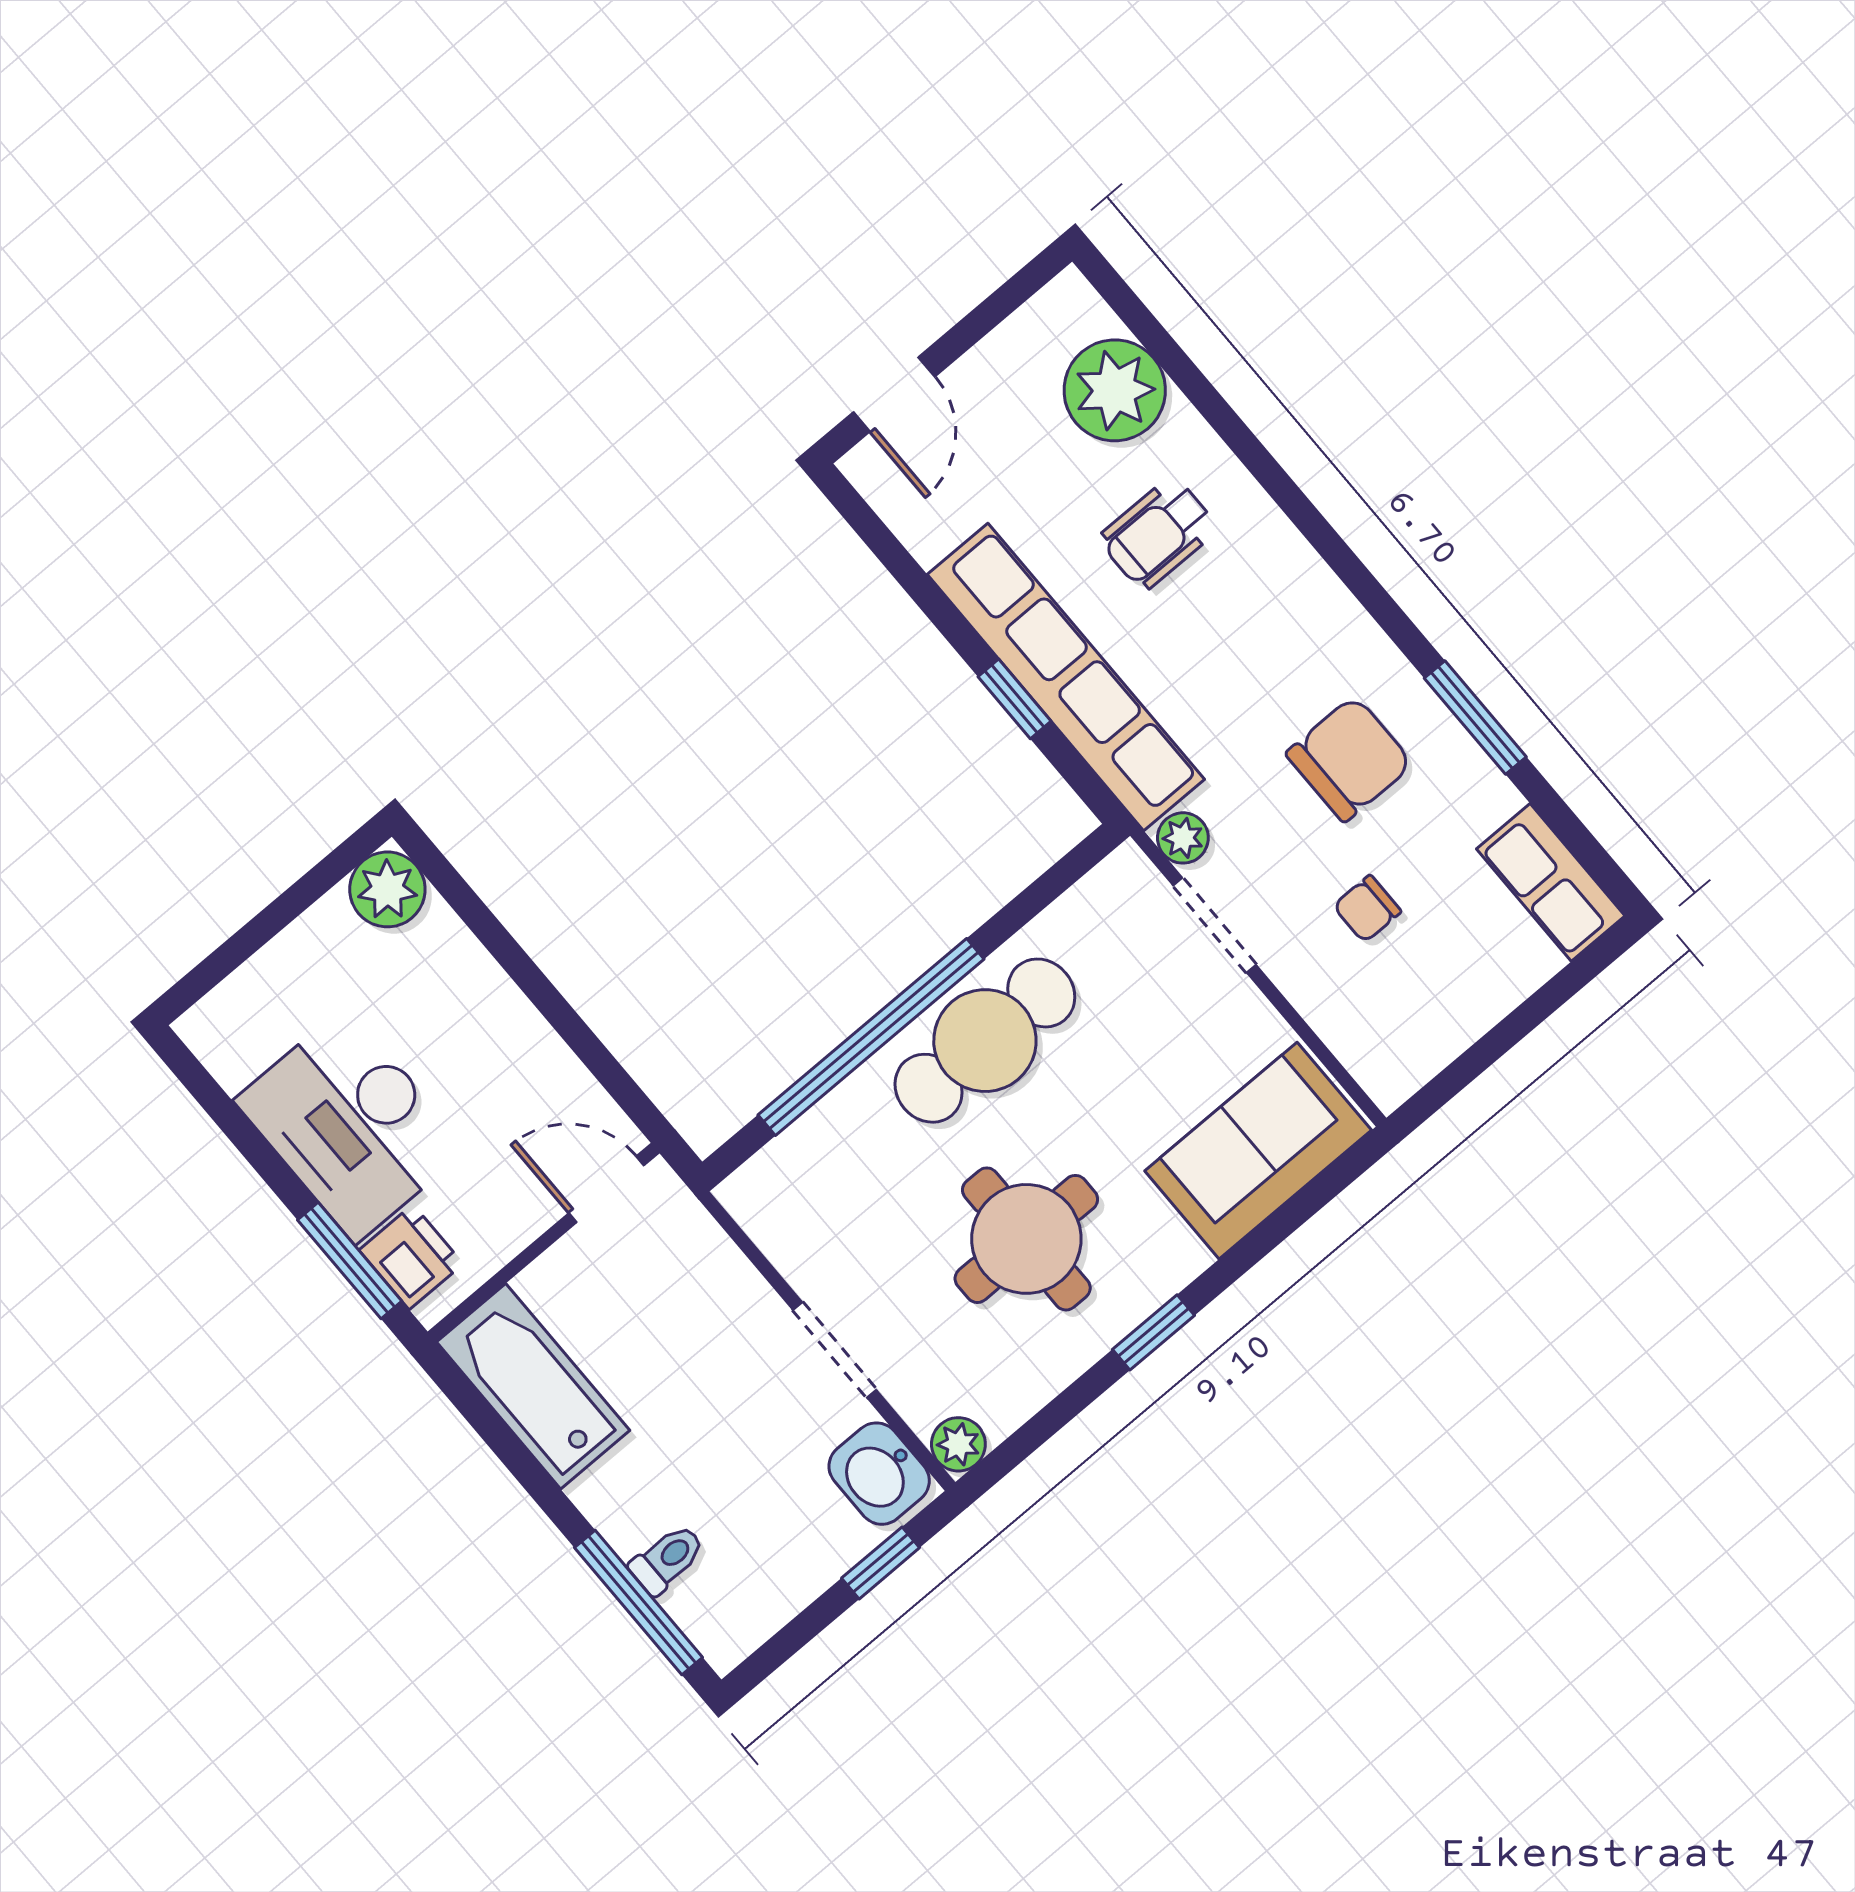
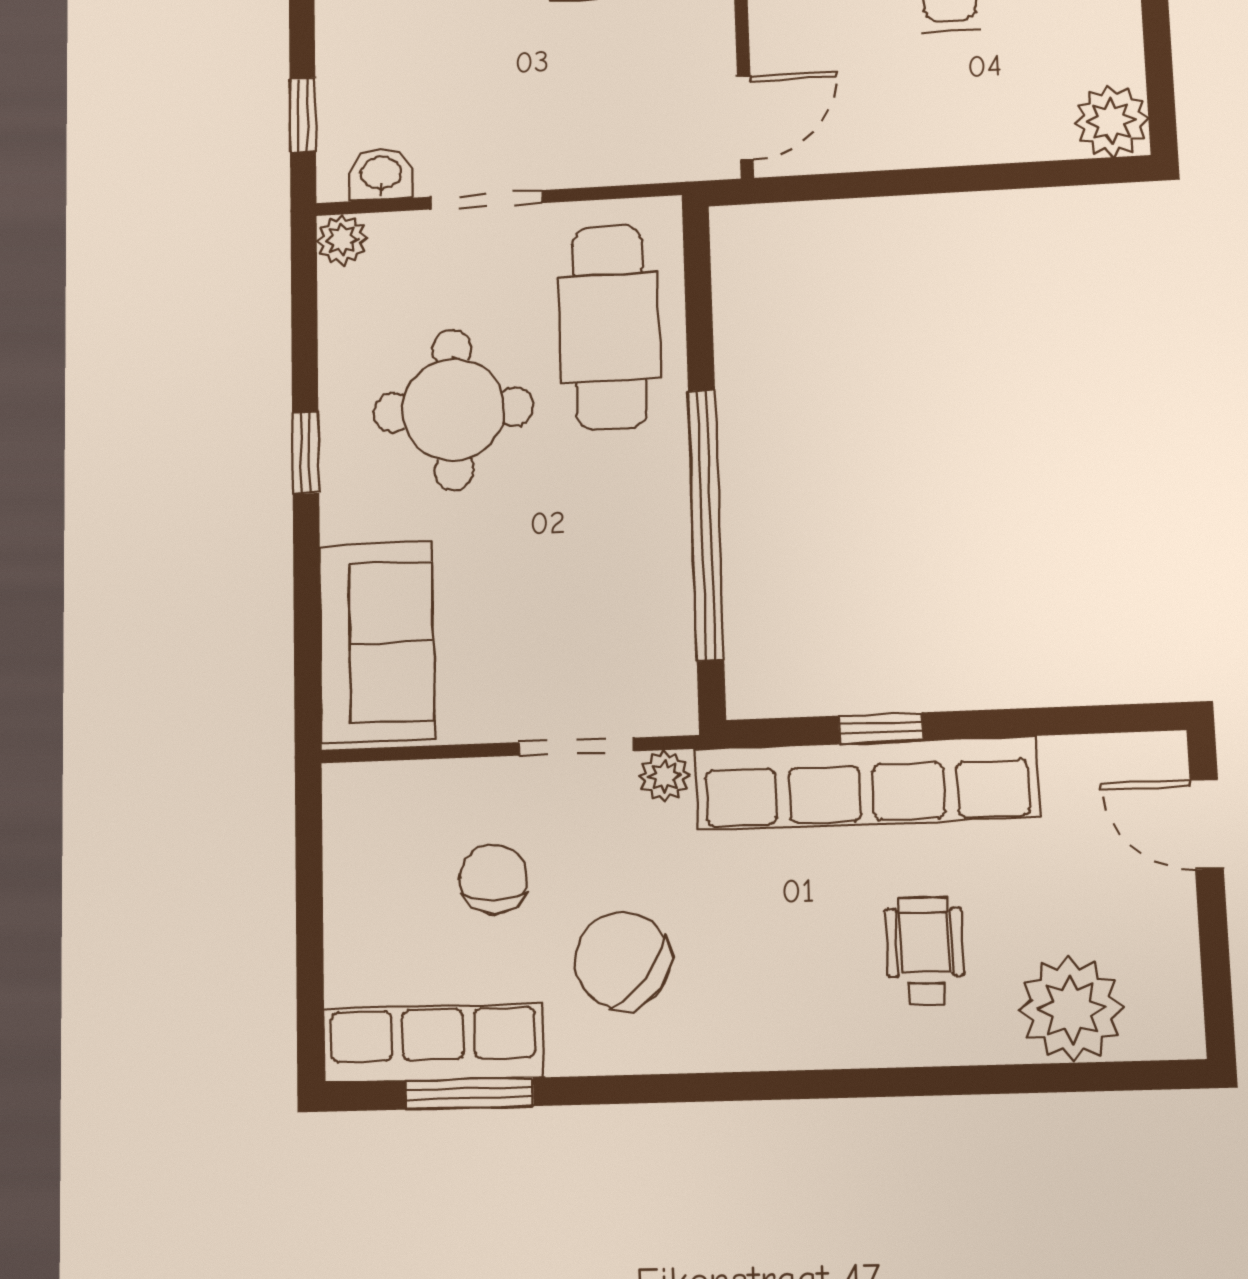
window: (1475, 718) -> (469, 1094), moved
chair: (1349, 759) -> (622, 961), turned 129
row of seats: (1551, 882) -> (433, 1043), width x1.48
chair: (1367, 909) -> (494, 879), width x1.37, depth x1.37
window: (871, 1037) -> (706, 525), moved
cafe table: (985, 1041) -> (609, 327), moved
washbasin: (879, 1474) -> (381, 174), width x0.72, depth x0.69

